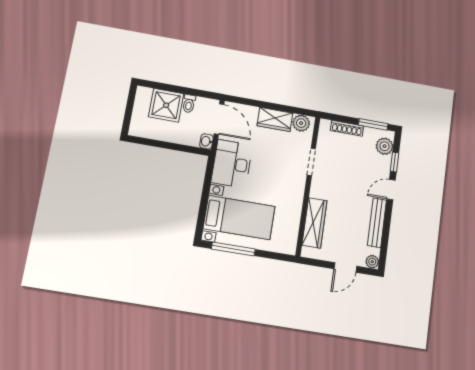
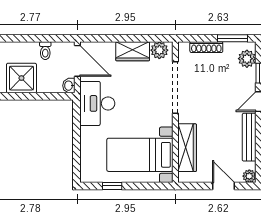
shower: (166, 105) -> (21, 78), moved
doorway: (311, 162) -> (175, 88), width x1.88
bed with nightstands: (239, 218) -> (140, 155), moved, turned 180
window: (233, 249) -> (112, 186), width x0.46
door: (345, 267) -> (224, 186), swing flipped

